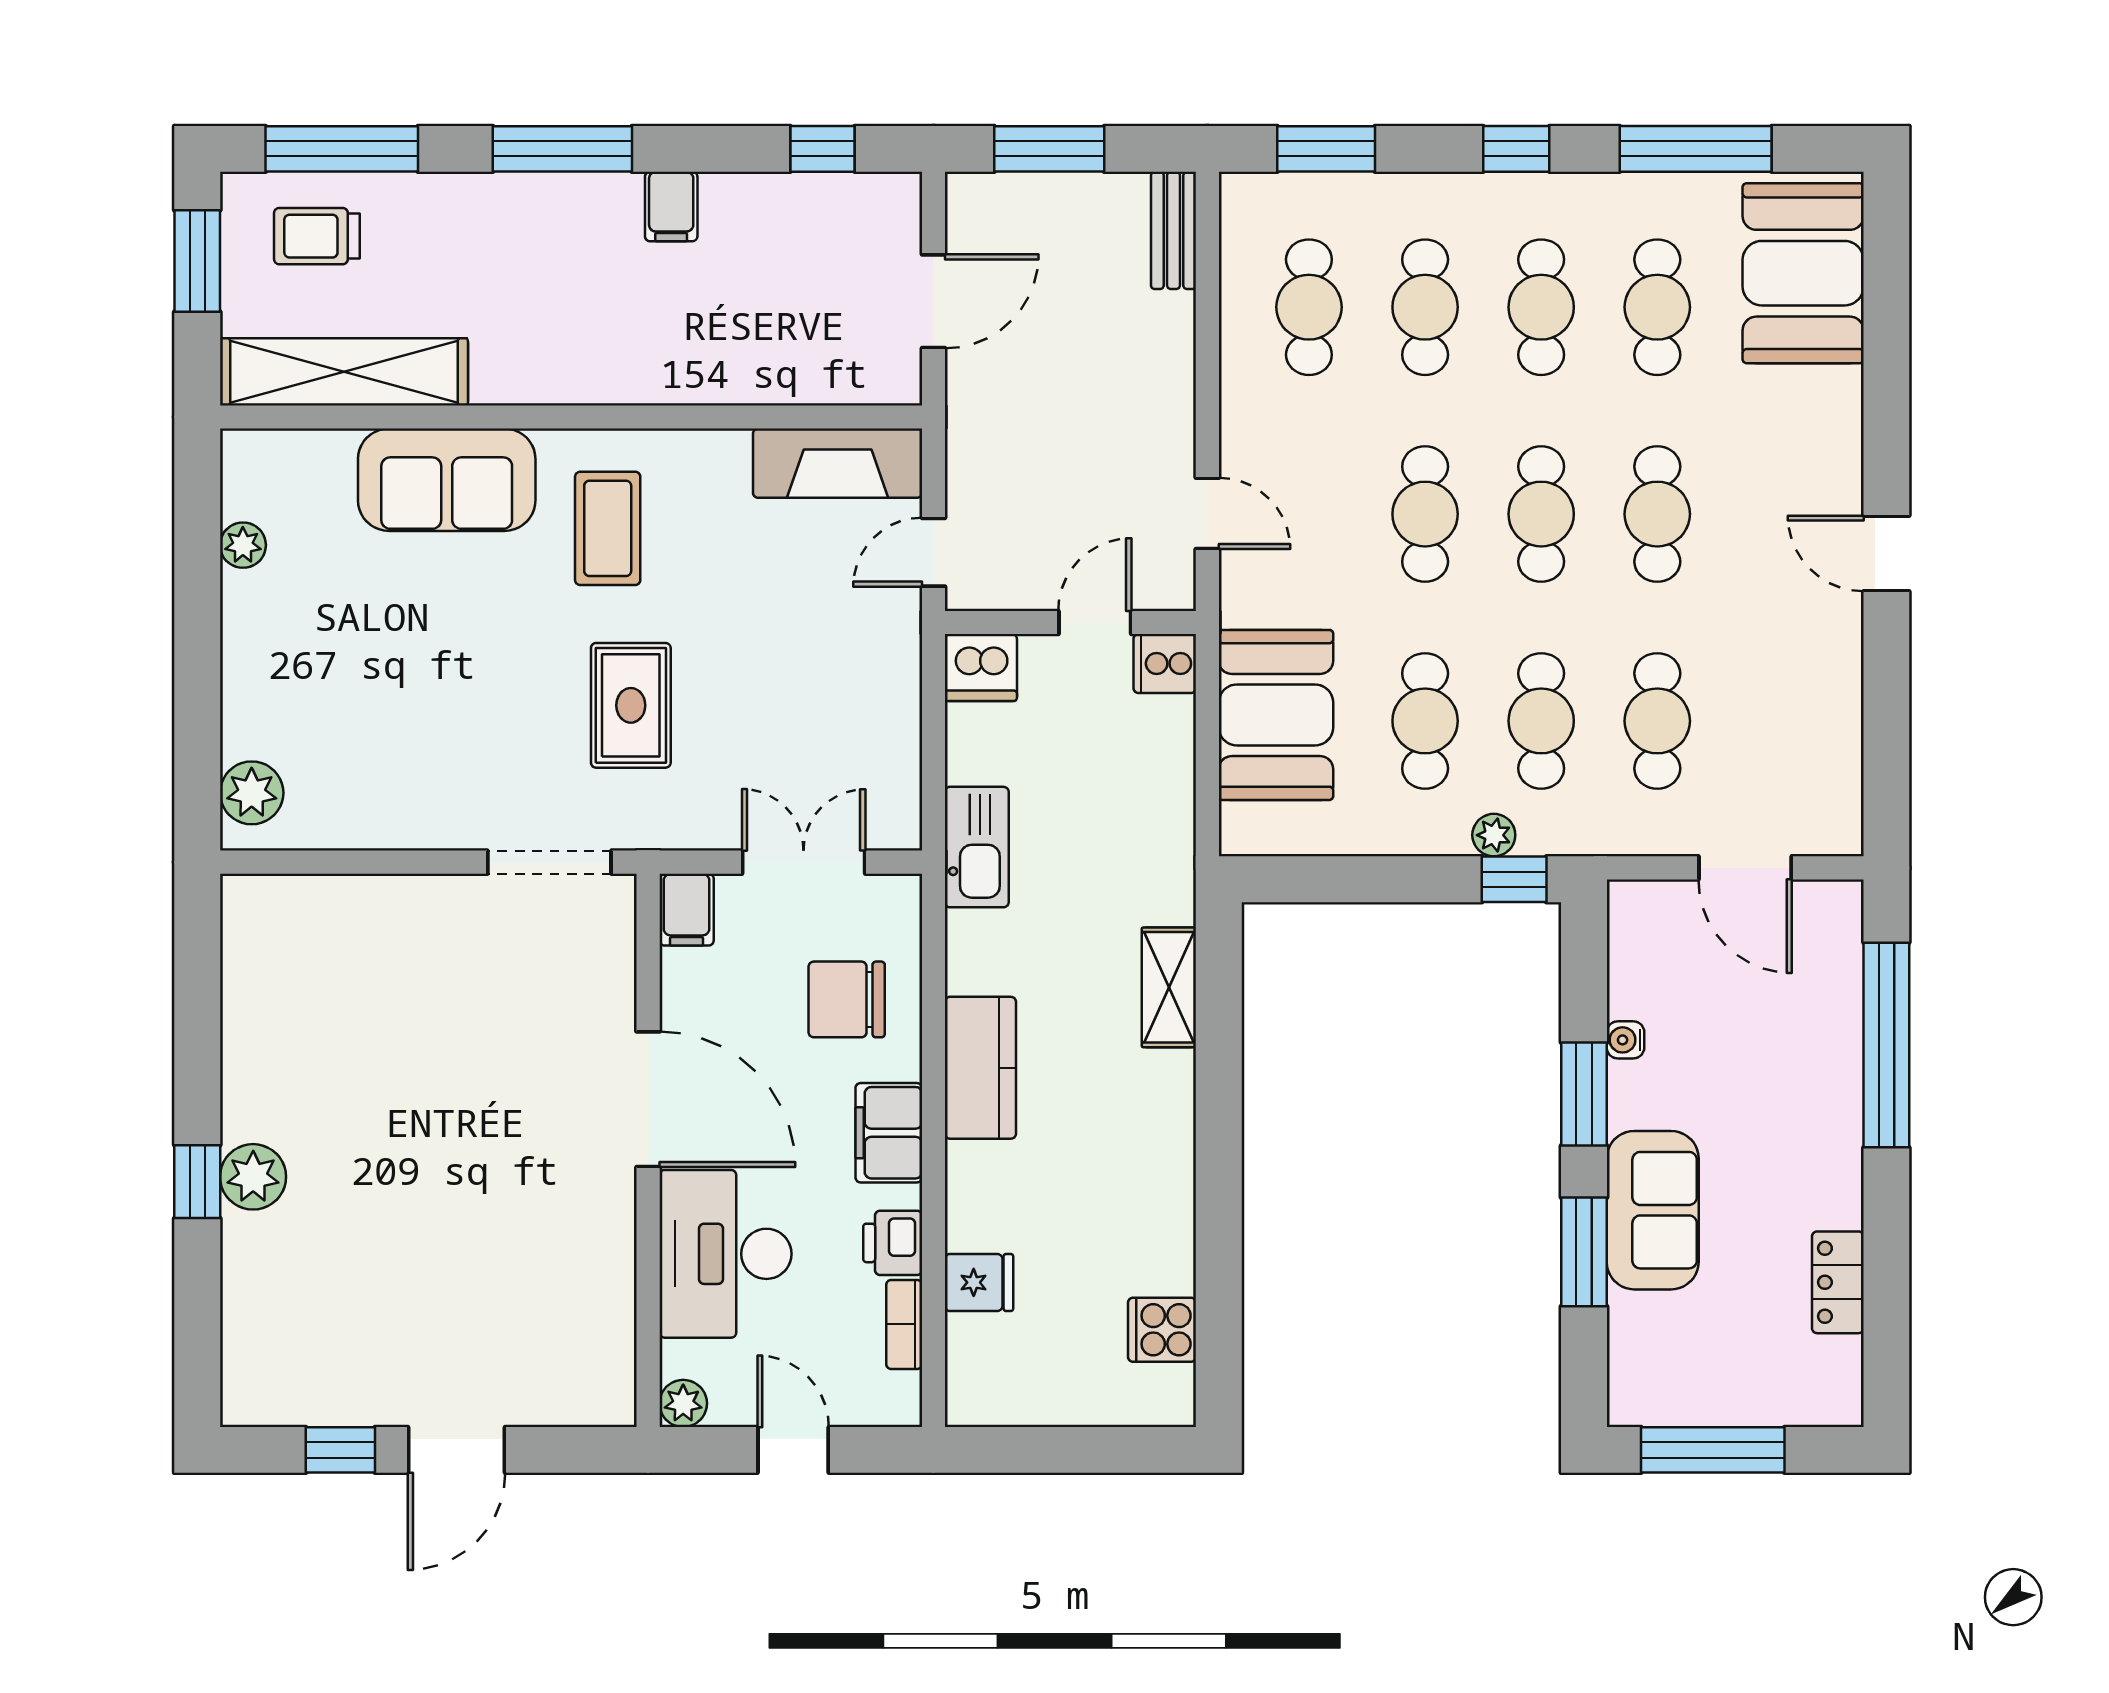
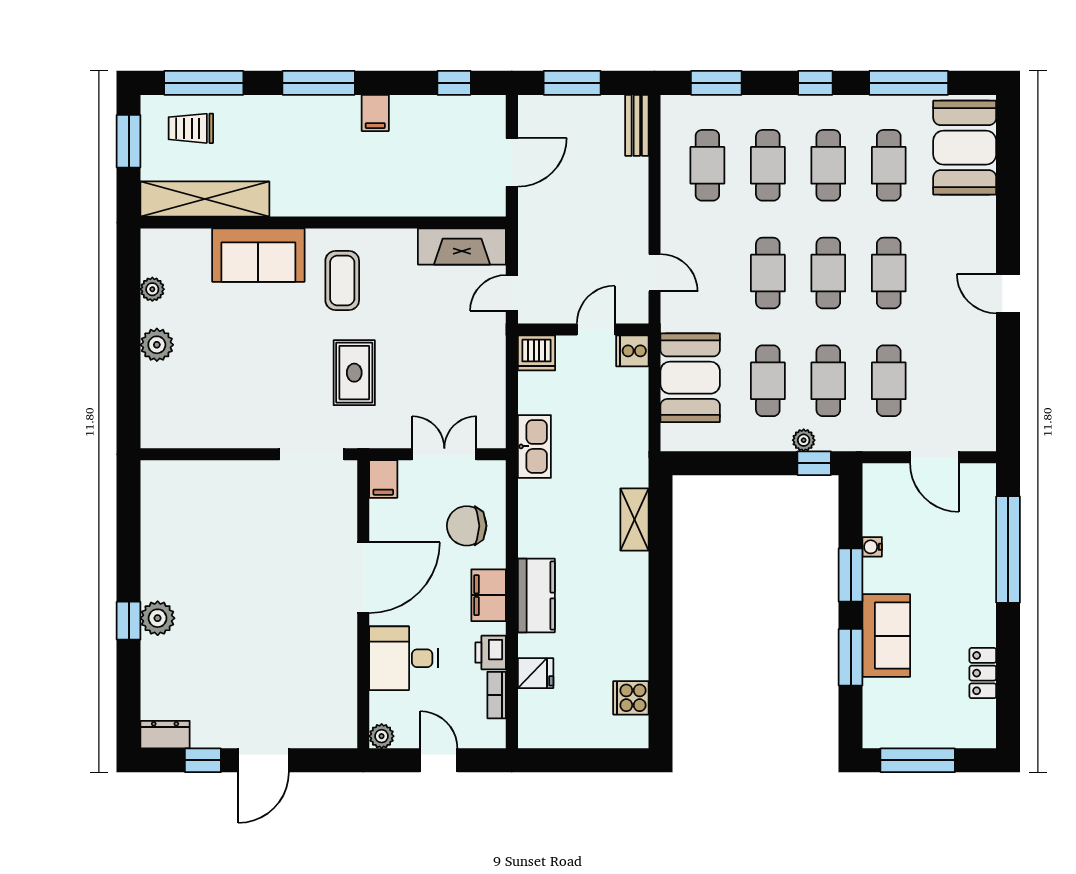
plant: (252, 793) -> (157, 345), moved
kitchen counter: (980, 1068) -> (536, 596), moved
door: (648, 1099) -> (363, 578), hinge flipped
desk: (725, 1254) -> (404, 658), width x0.73
dresser: (267, 1401) -> (165, 735), added

